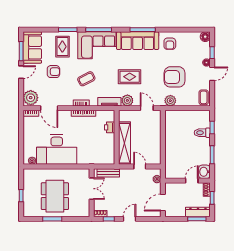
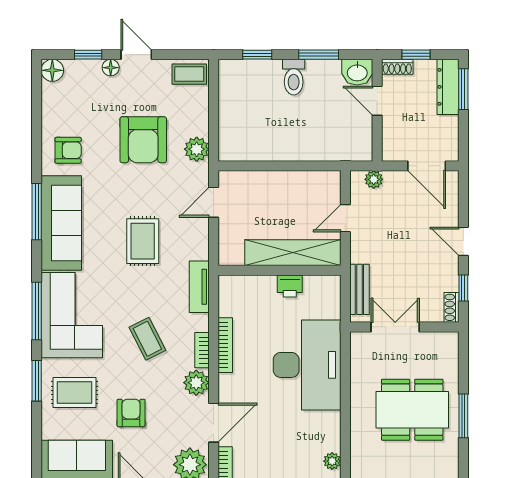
plant: (127, 100) -> (196, 383), moved
printer: (110, 127) -> (290, 286), moved
toilet: (202, 133) -> (294, 77), moved
desk: (57, 150) -> (307, 365), moved

